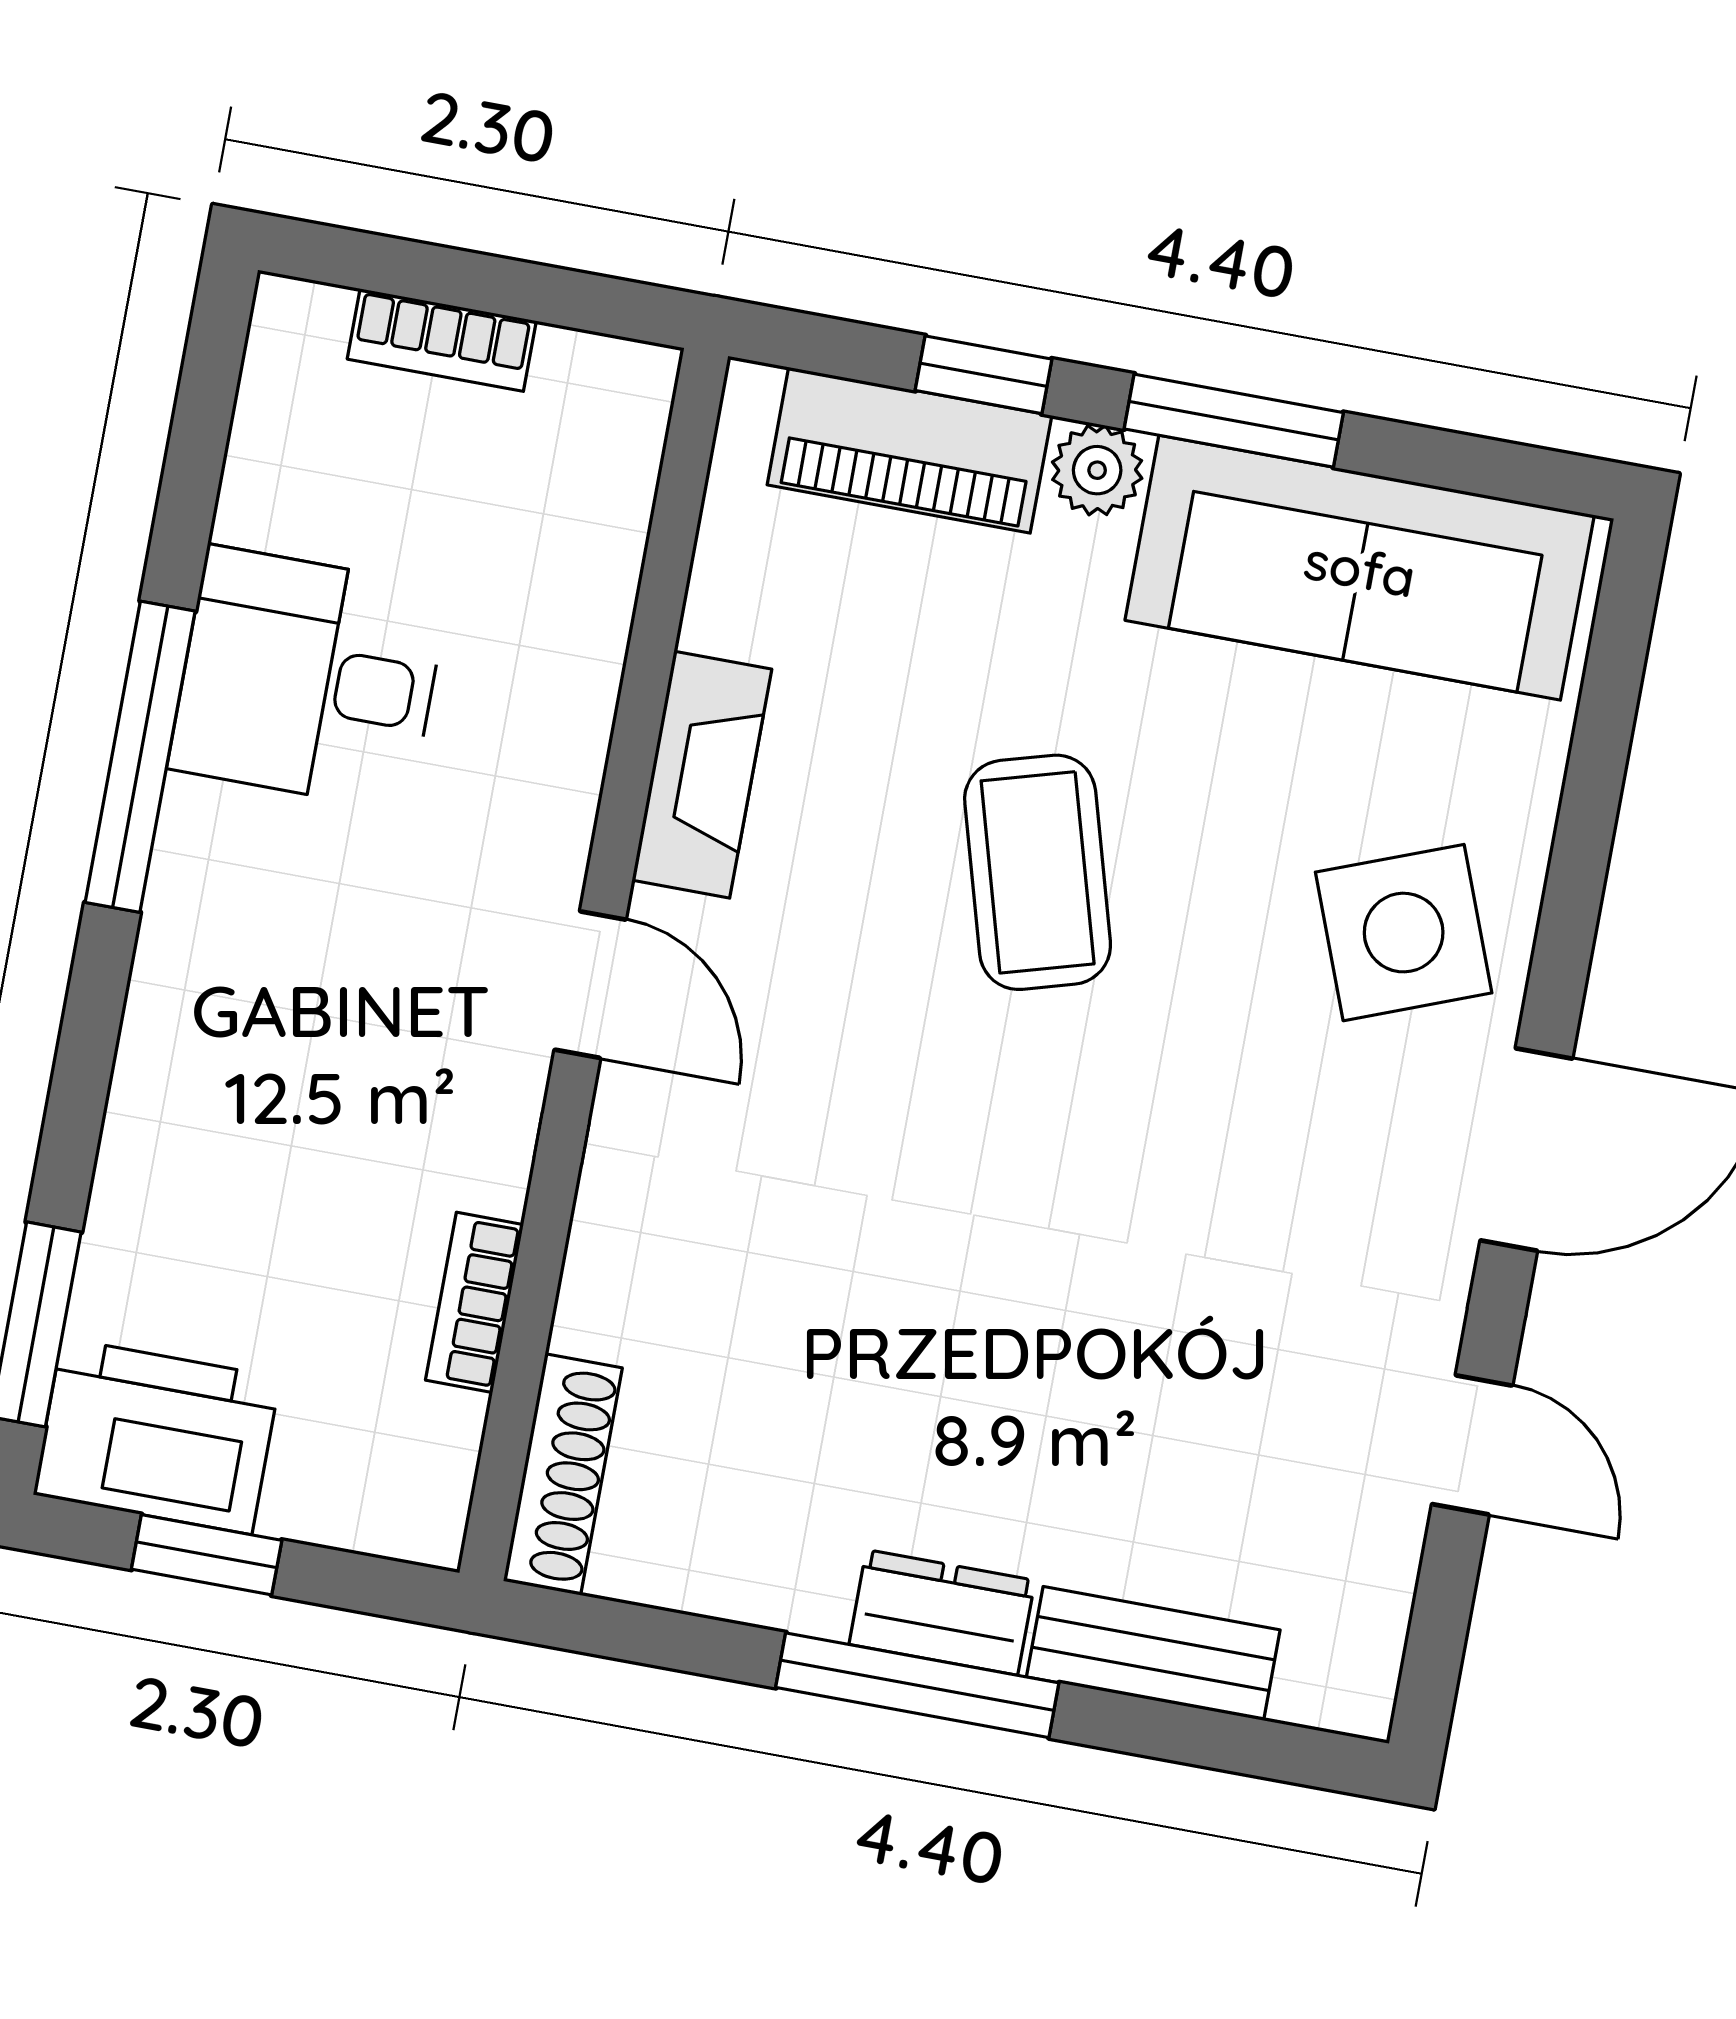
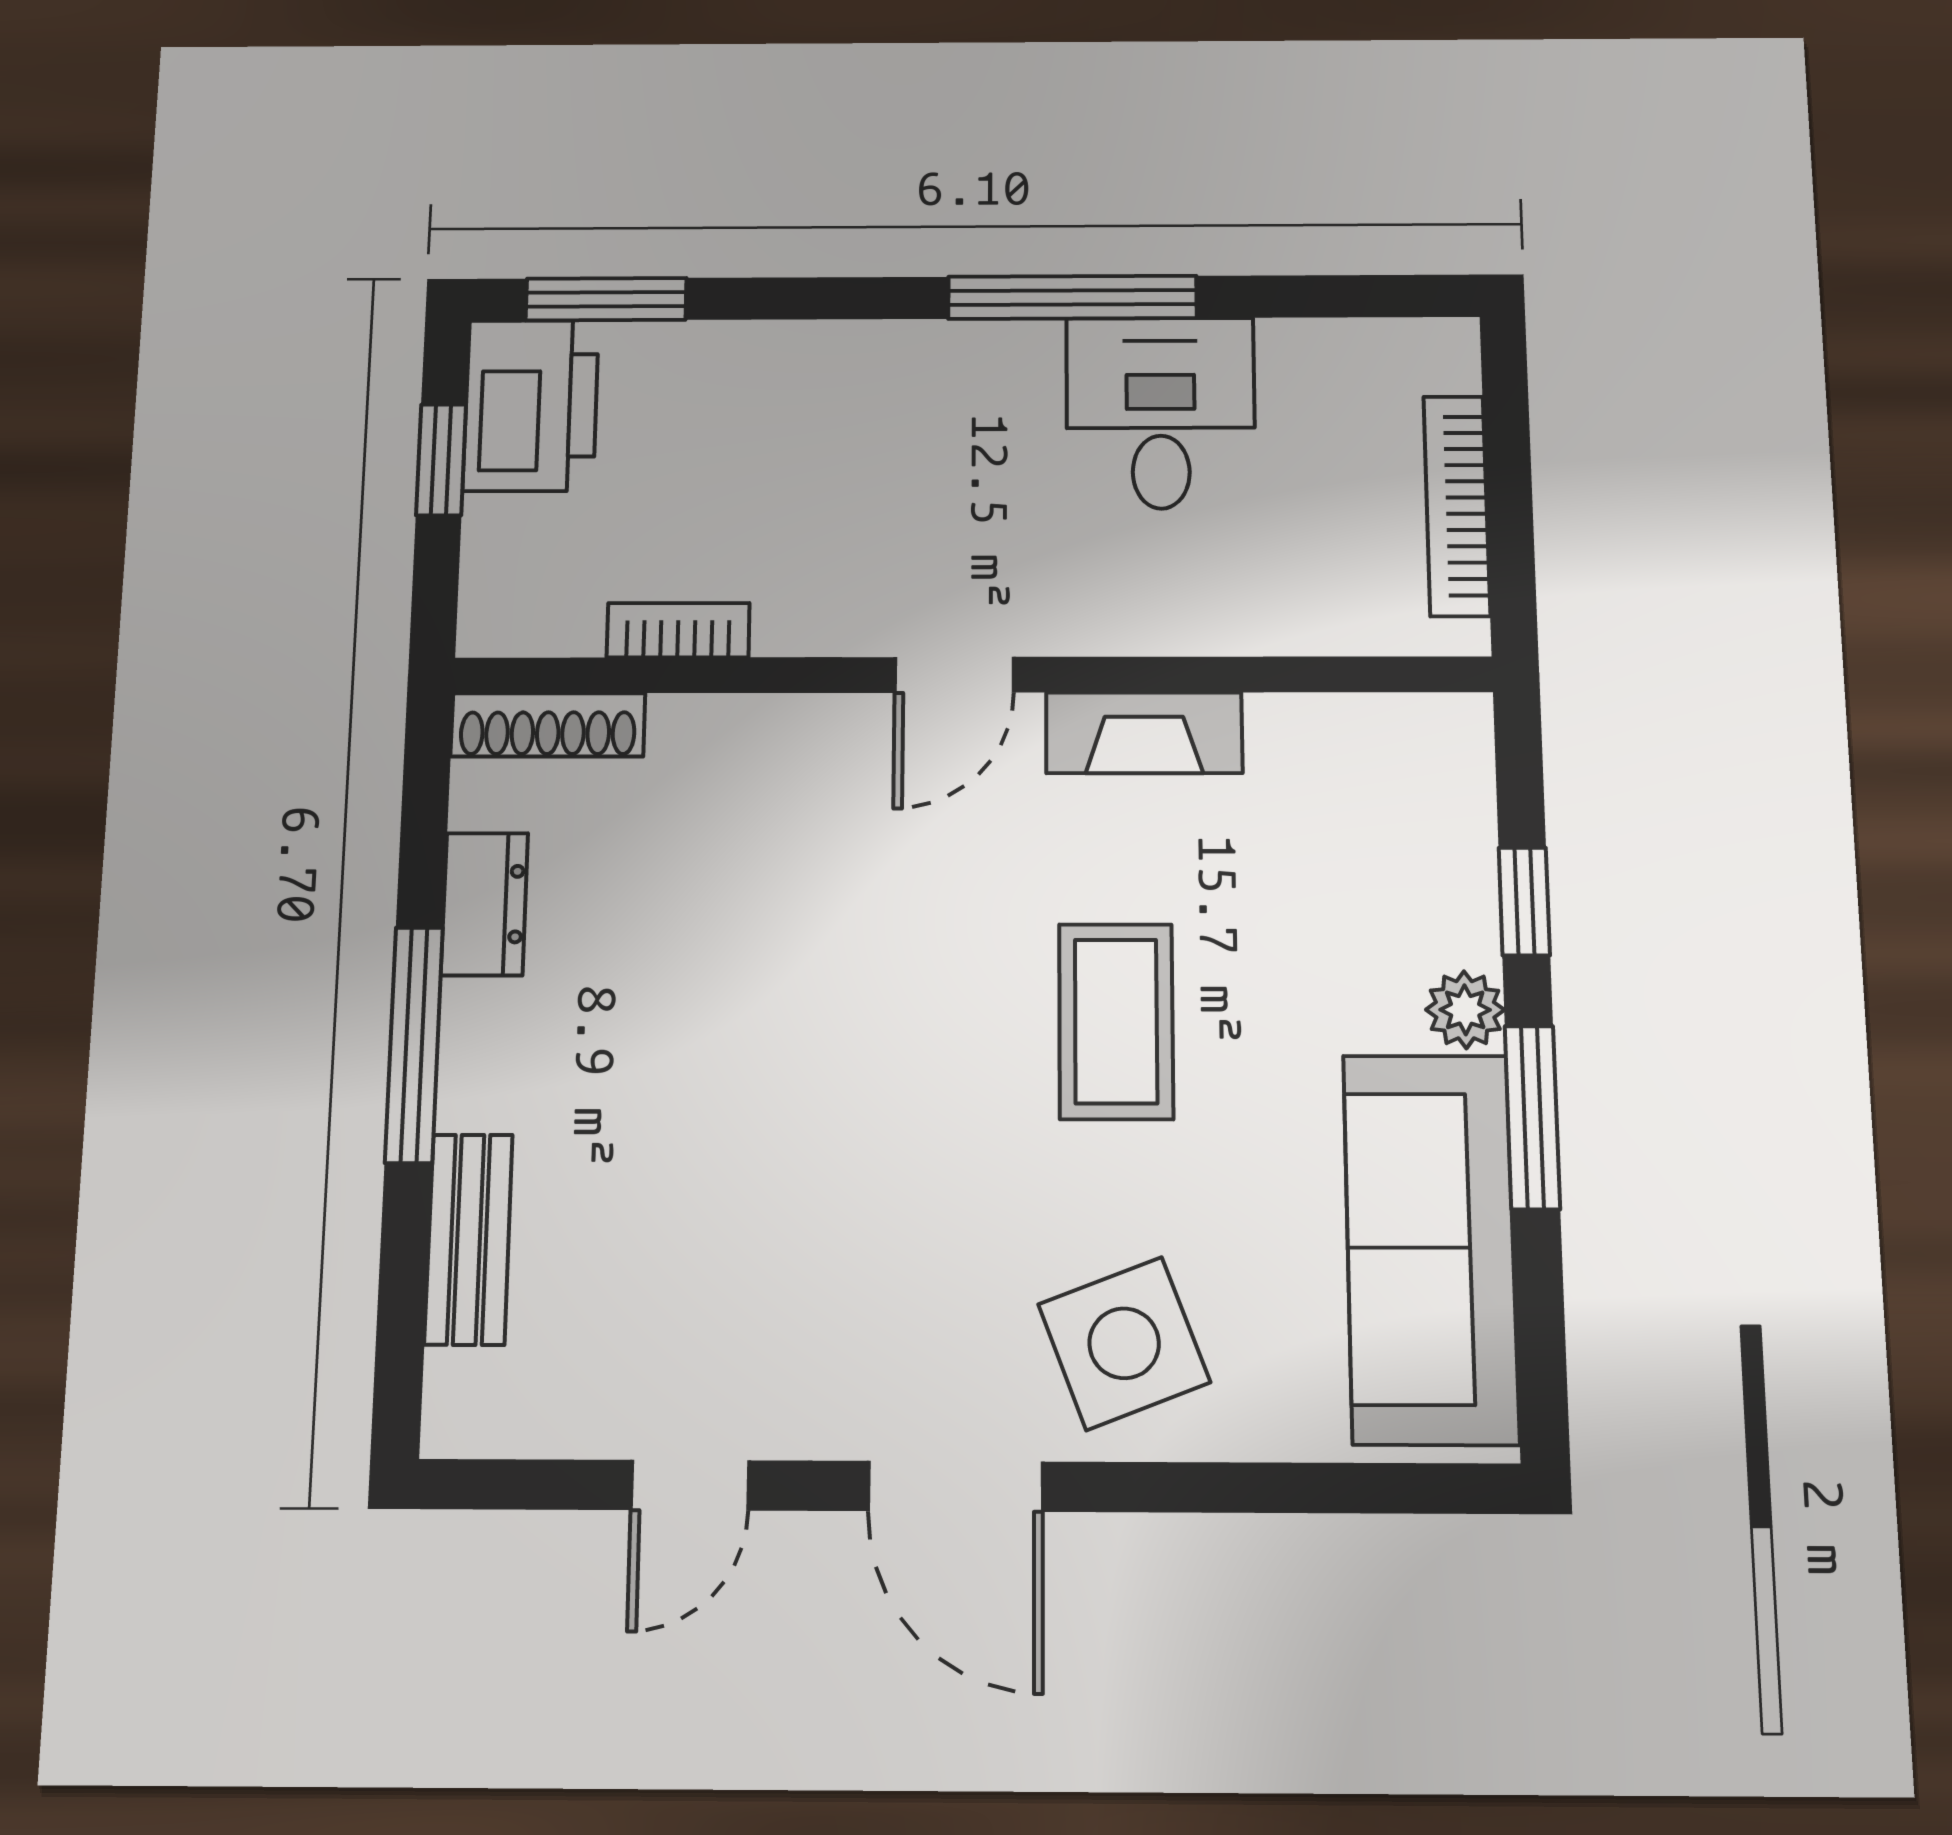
bookcase: (442, 340) -> (1457, 506), width x1.56
piano: (909, 450) -> (1448, 852), removed
coffee table: (1038, 872) -> (1116, 1021), turned -74
dresser: (942, 1612) -> (485, 904), moved

